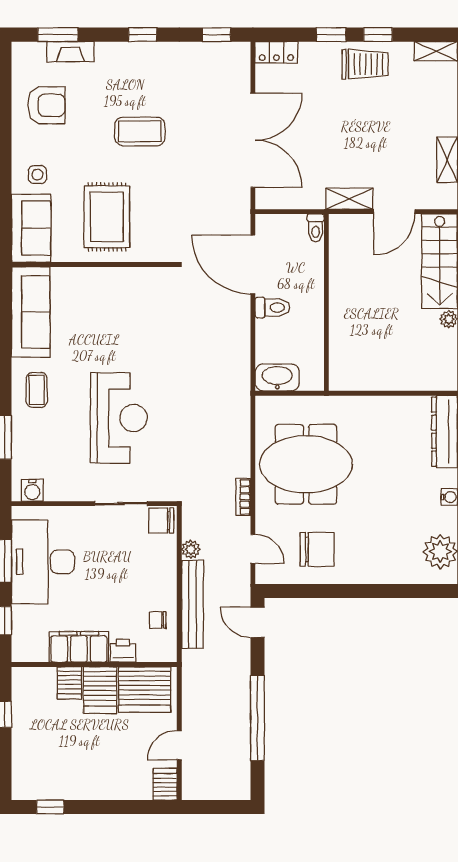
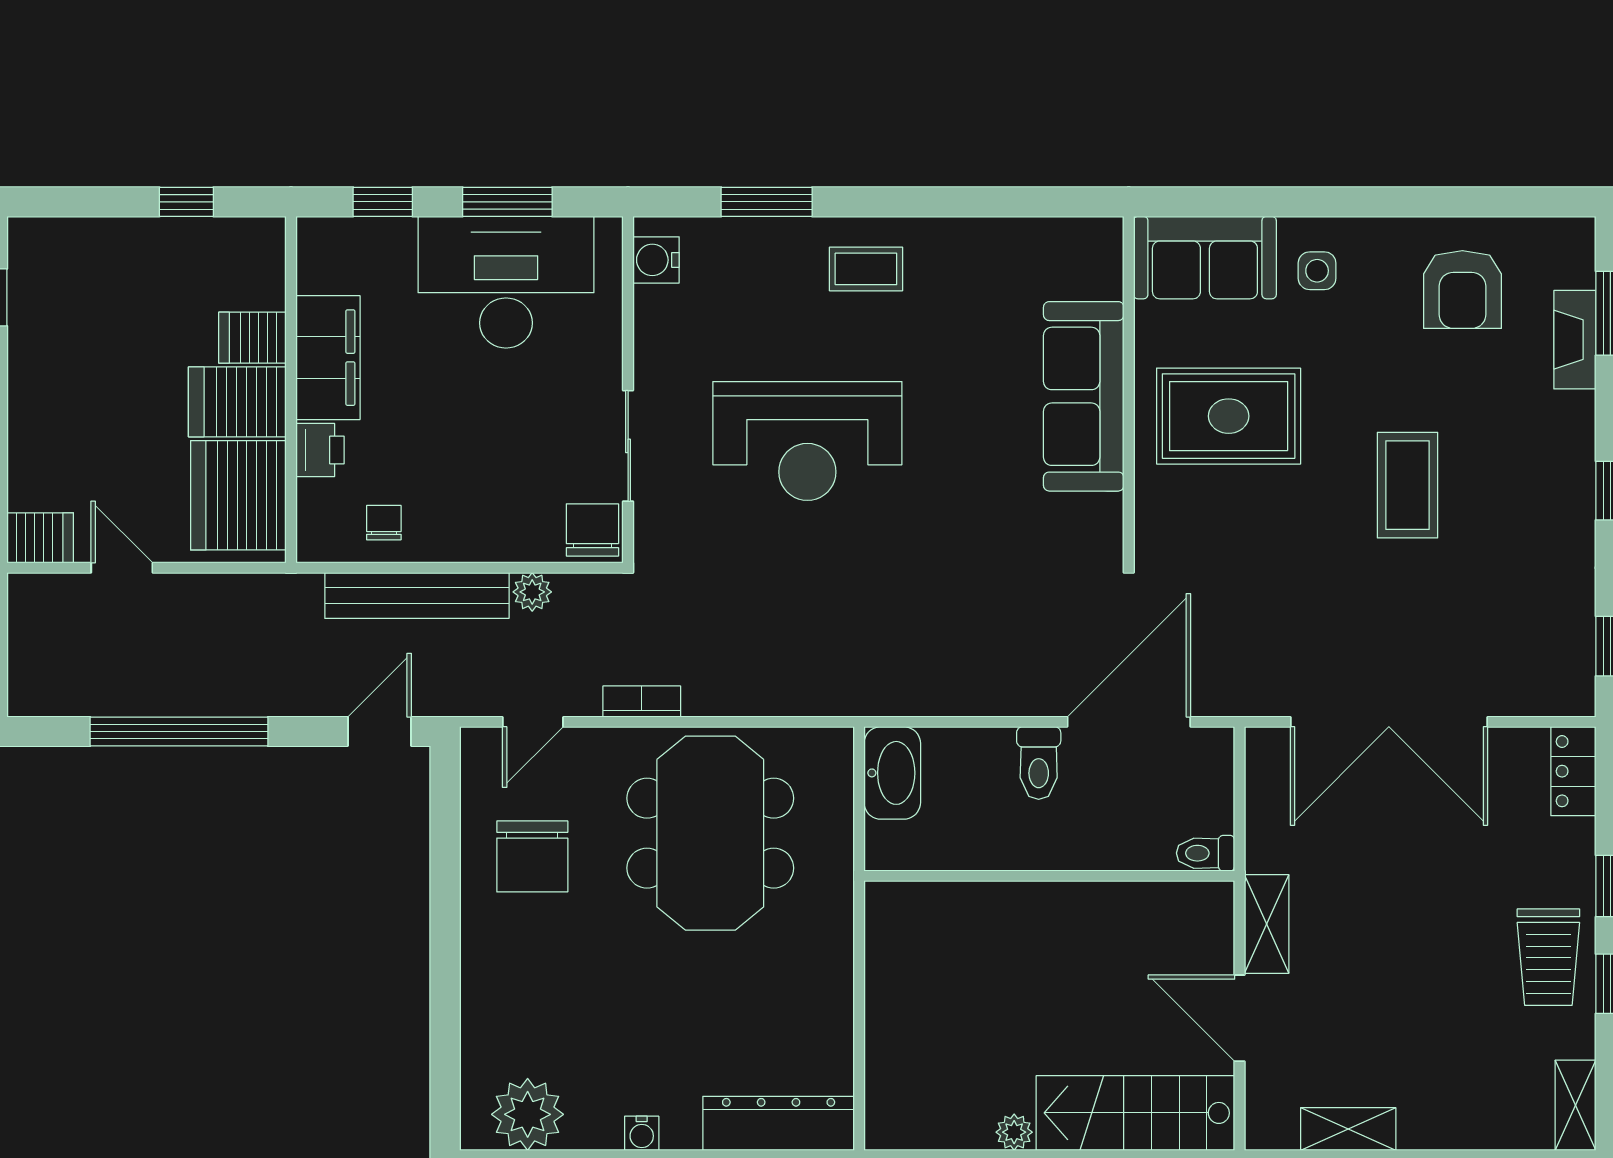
sofa: (31, 312) -> (1084, 396), moved, turned 90

